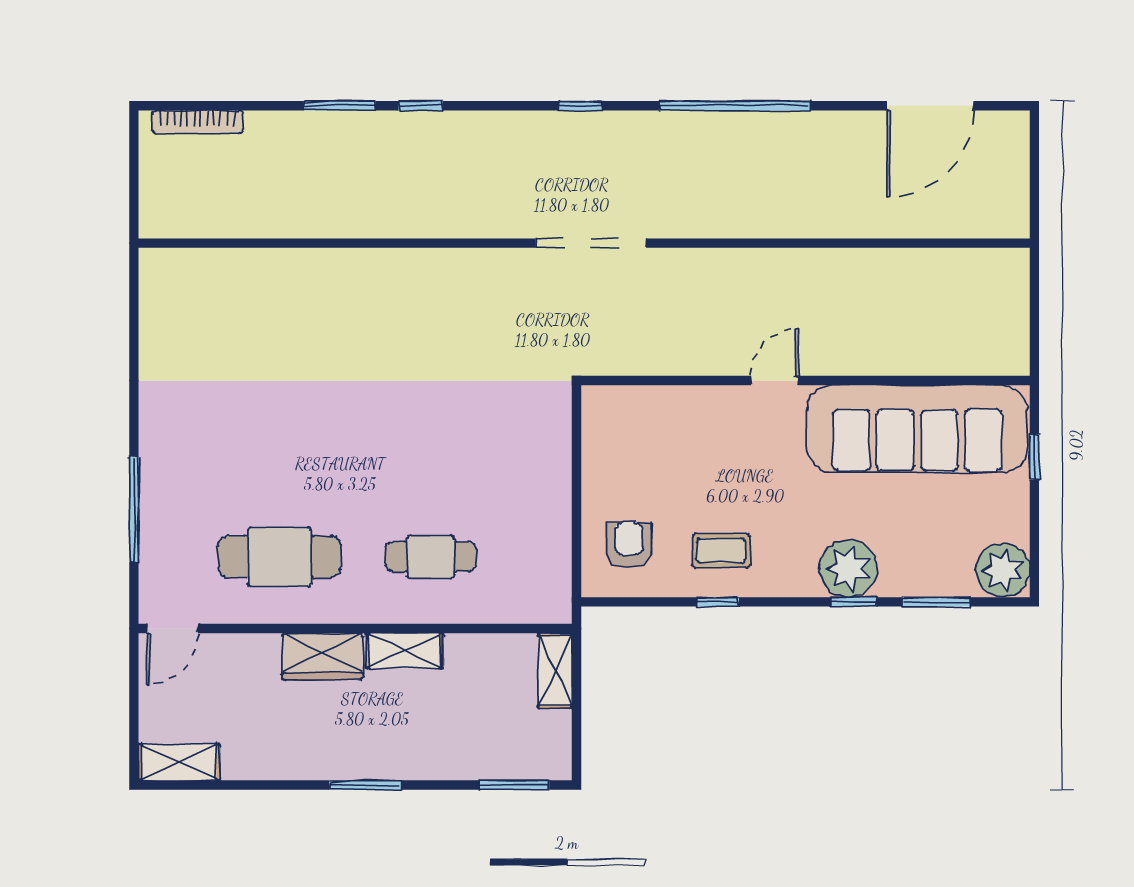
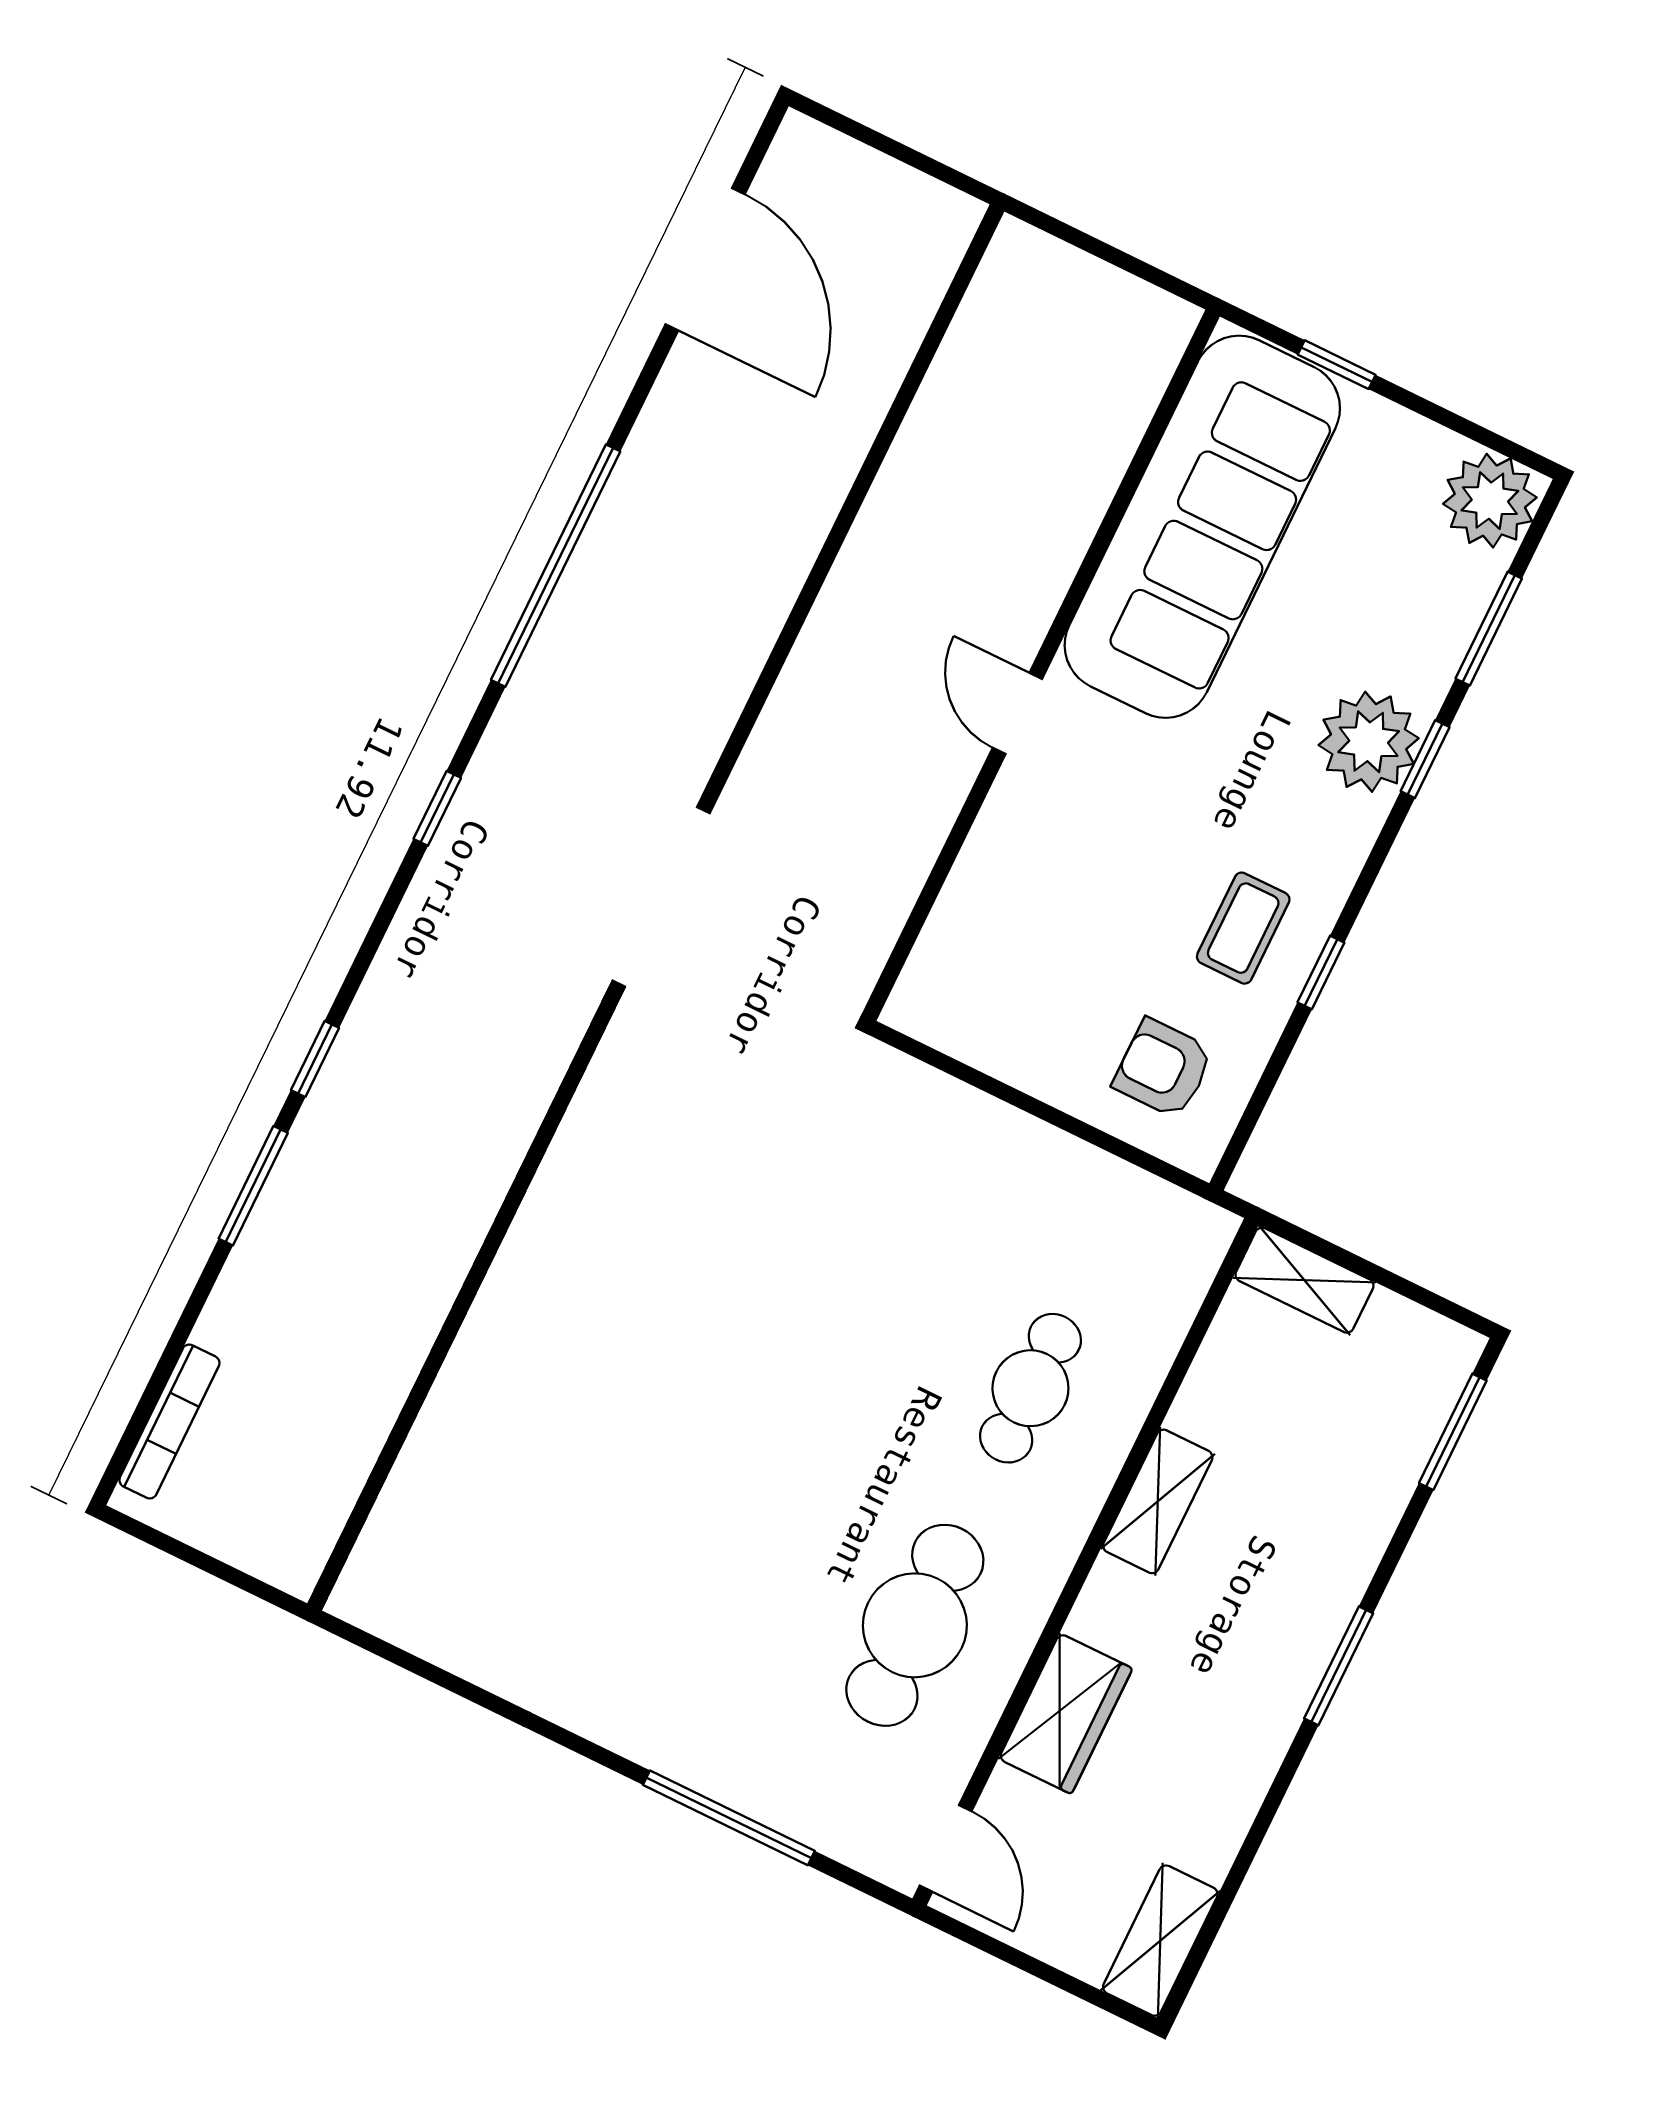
wardrobe: (322, 656) -> (1066, 1714), moved

